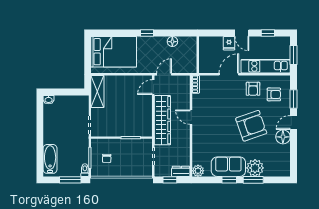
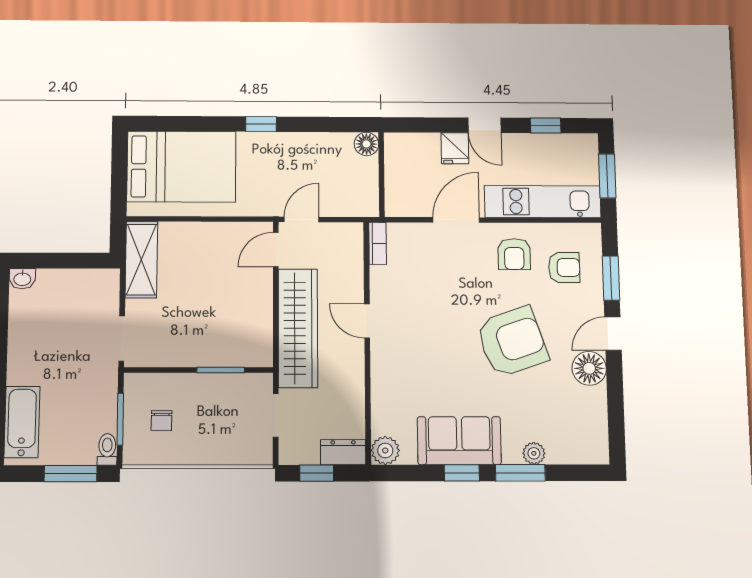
floor lamp: (172, 42) -> (366, 144), moved
plant: (255, 168) -> (534, 453), width x0.53, depth x0.53

